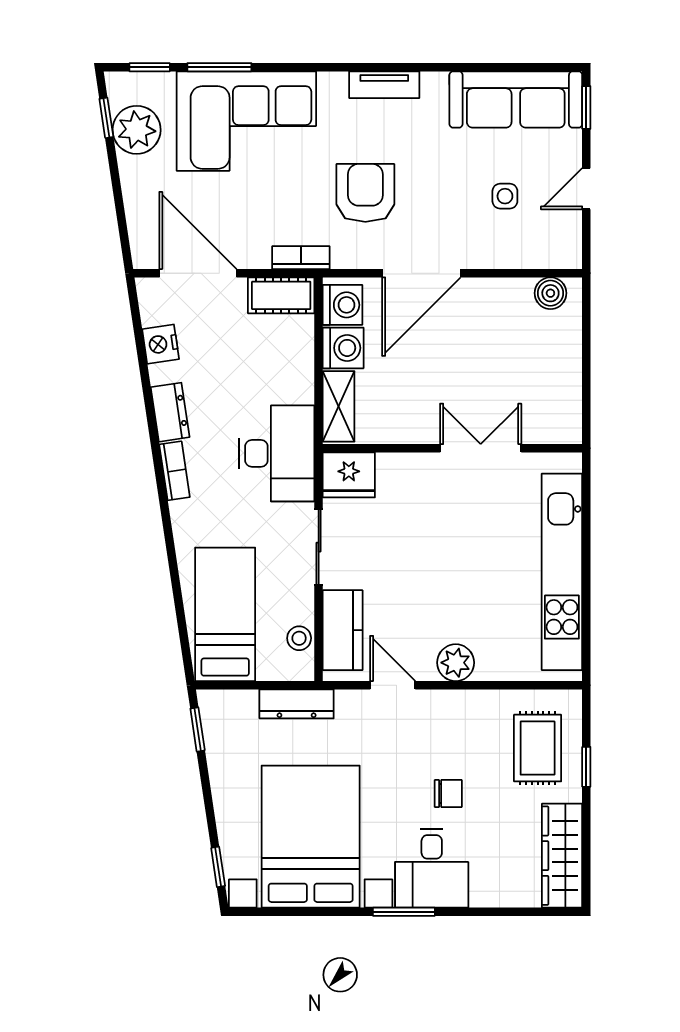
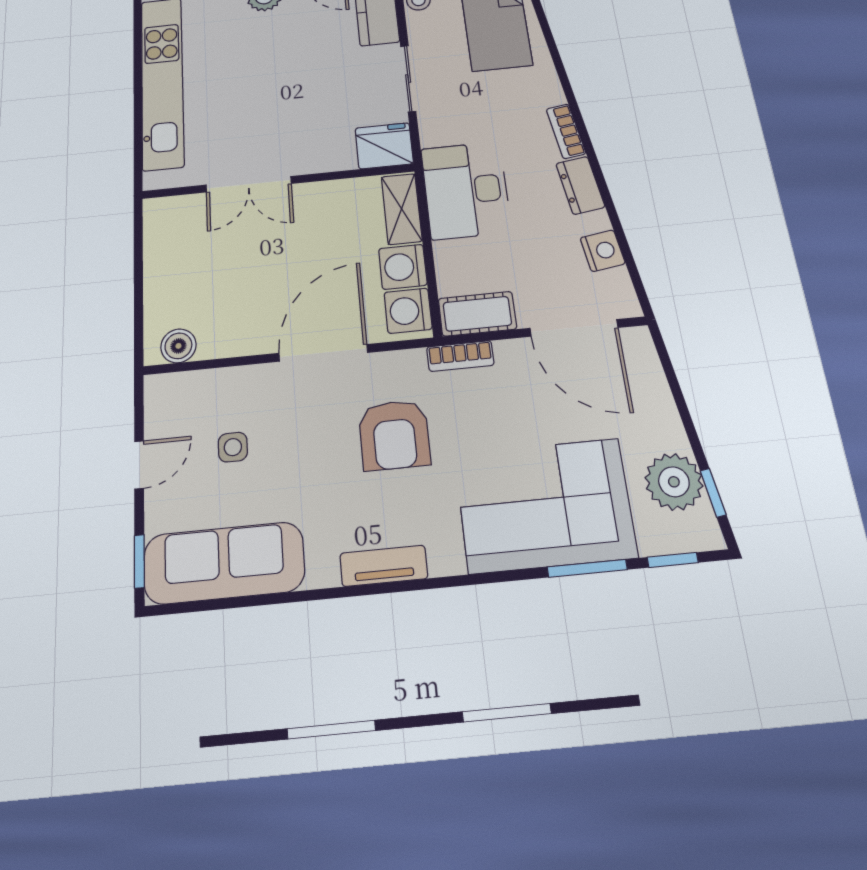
desk: (277, 453) -> (466, 190), moved

